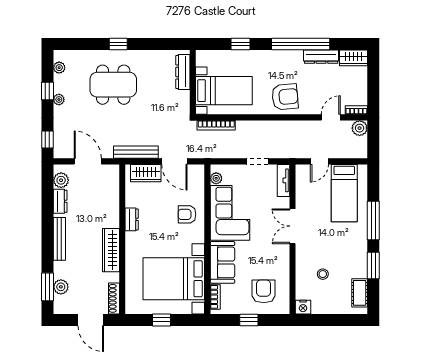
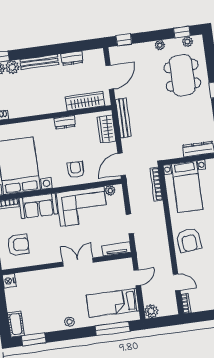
dining table: (113, 85) -> (182, 75), moved
window: (47, 91) -> (182, 32), moved
plant: (360, 128) -> (151, 311), moved
door: (174, 161) -> (122, 164), moved
door: (319, 161) -> (137, 278), swing flipped
plant: (61, 180) -> (12, 67), moved
window: (373, 220) -> (112, 329), moved
wardrobe: (111, 250) -> (85, 101), moved
window: (373, 265) -> (34, 339), moved
stool: (323, 274) -> (70, 322), moved
cot: (360, 293) -> (16, 324), moved, turned 90

